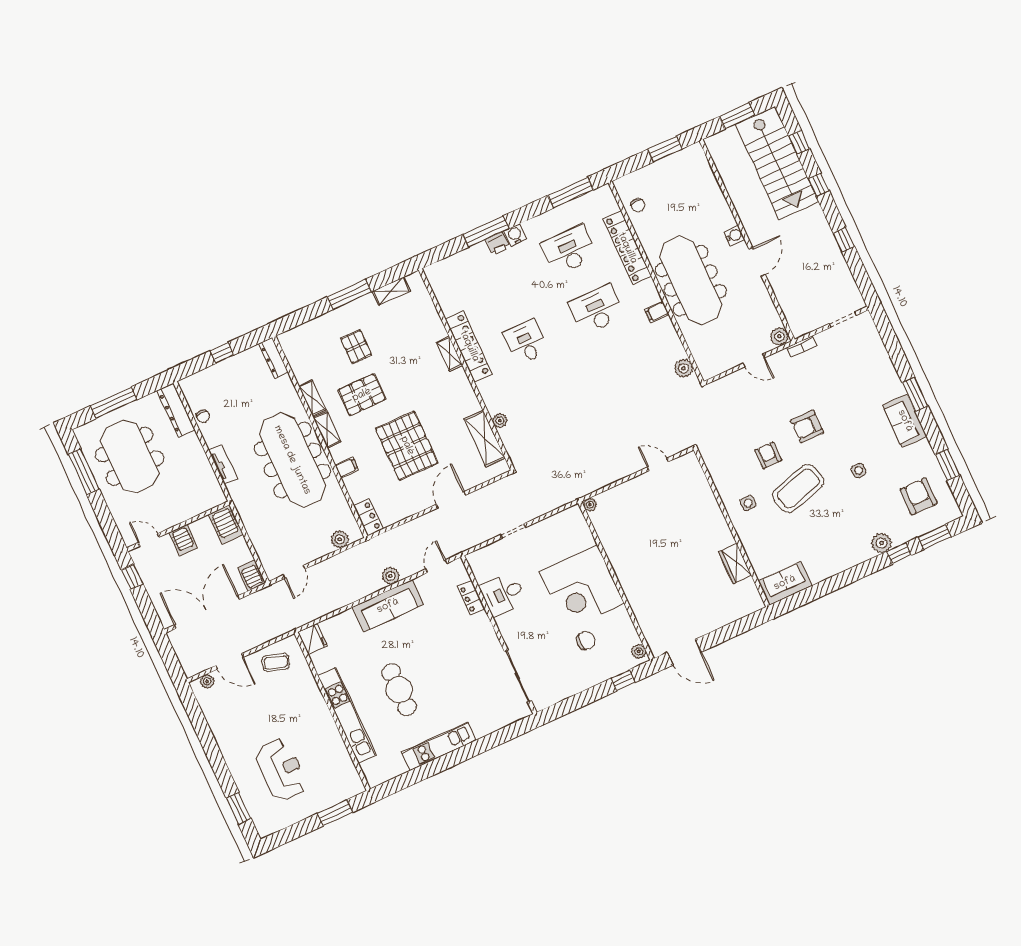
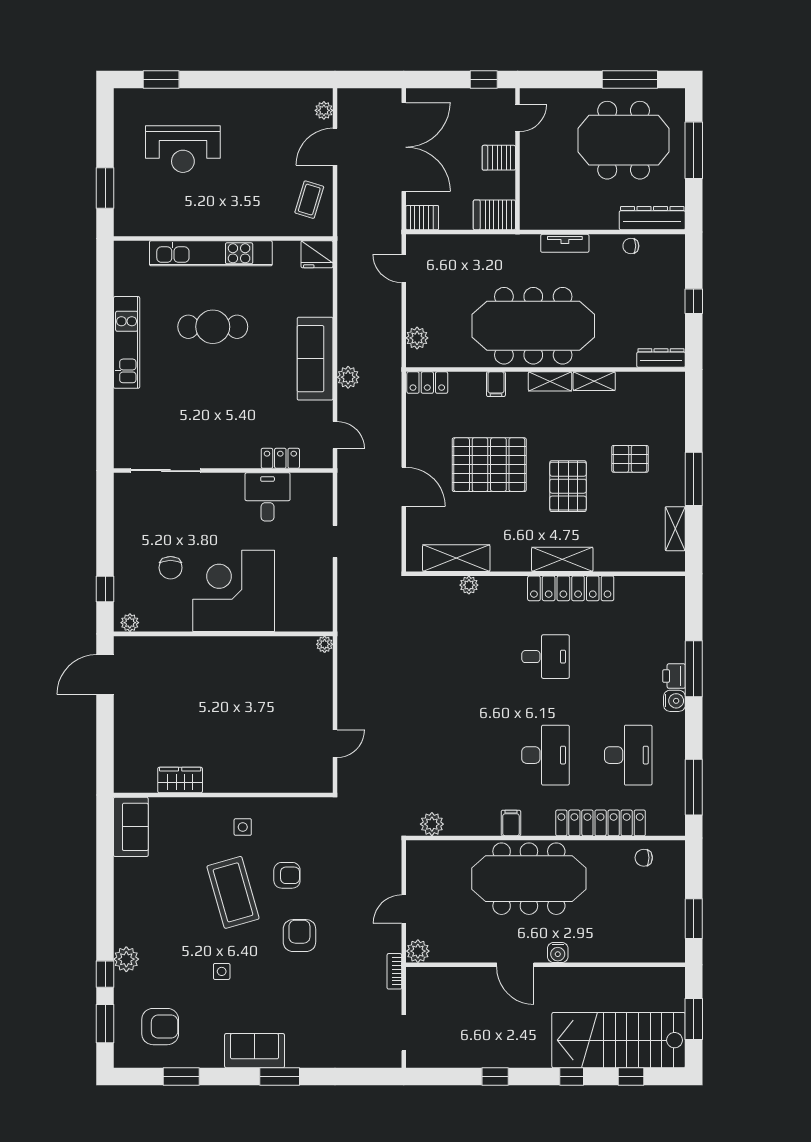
shelving: (449, 354) -> (562, 559), width x1.50, depth x1.33
pallet: (362, 395) -> (568, 486), moved

